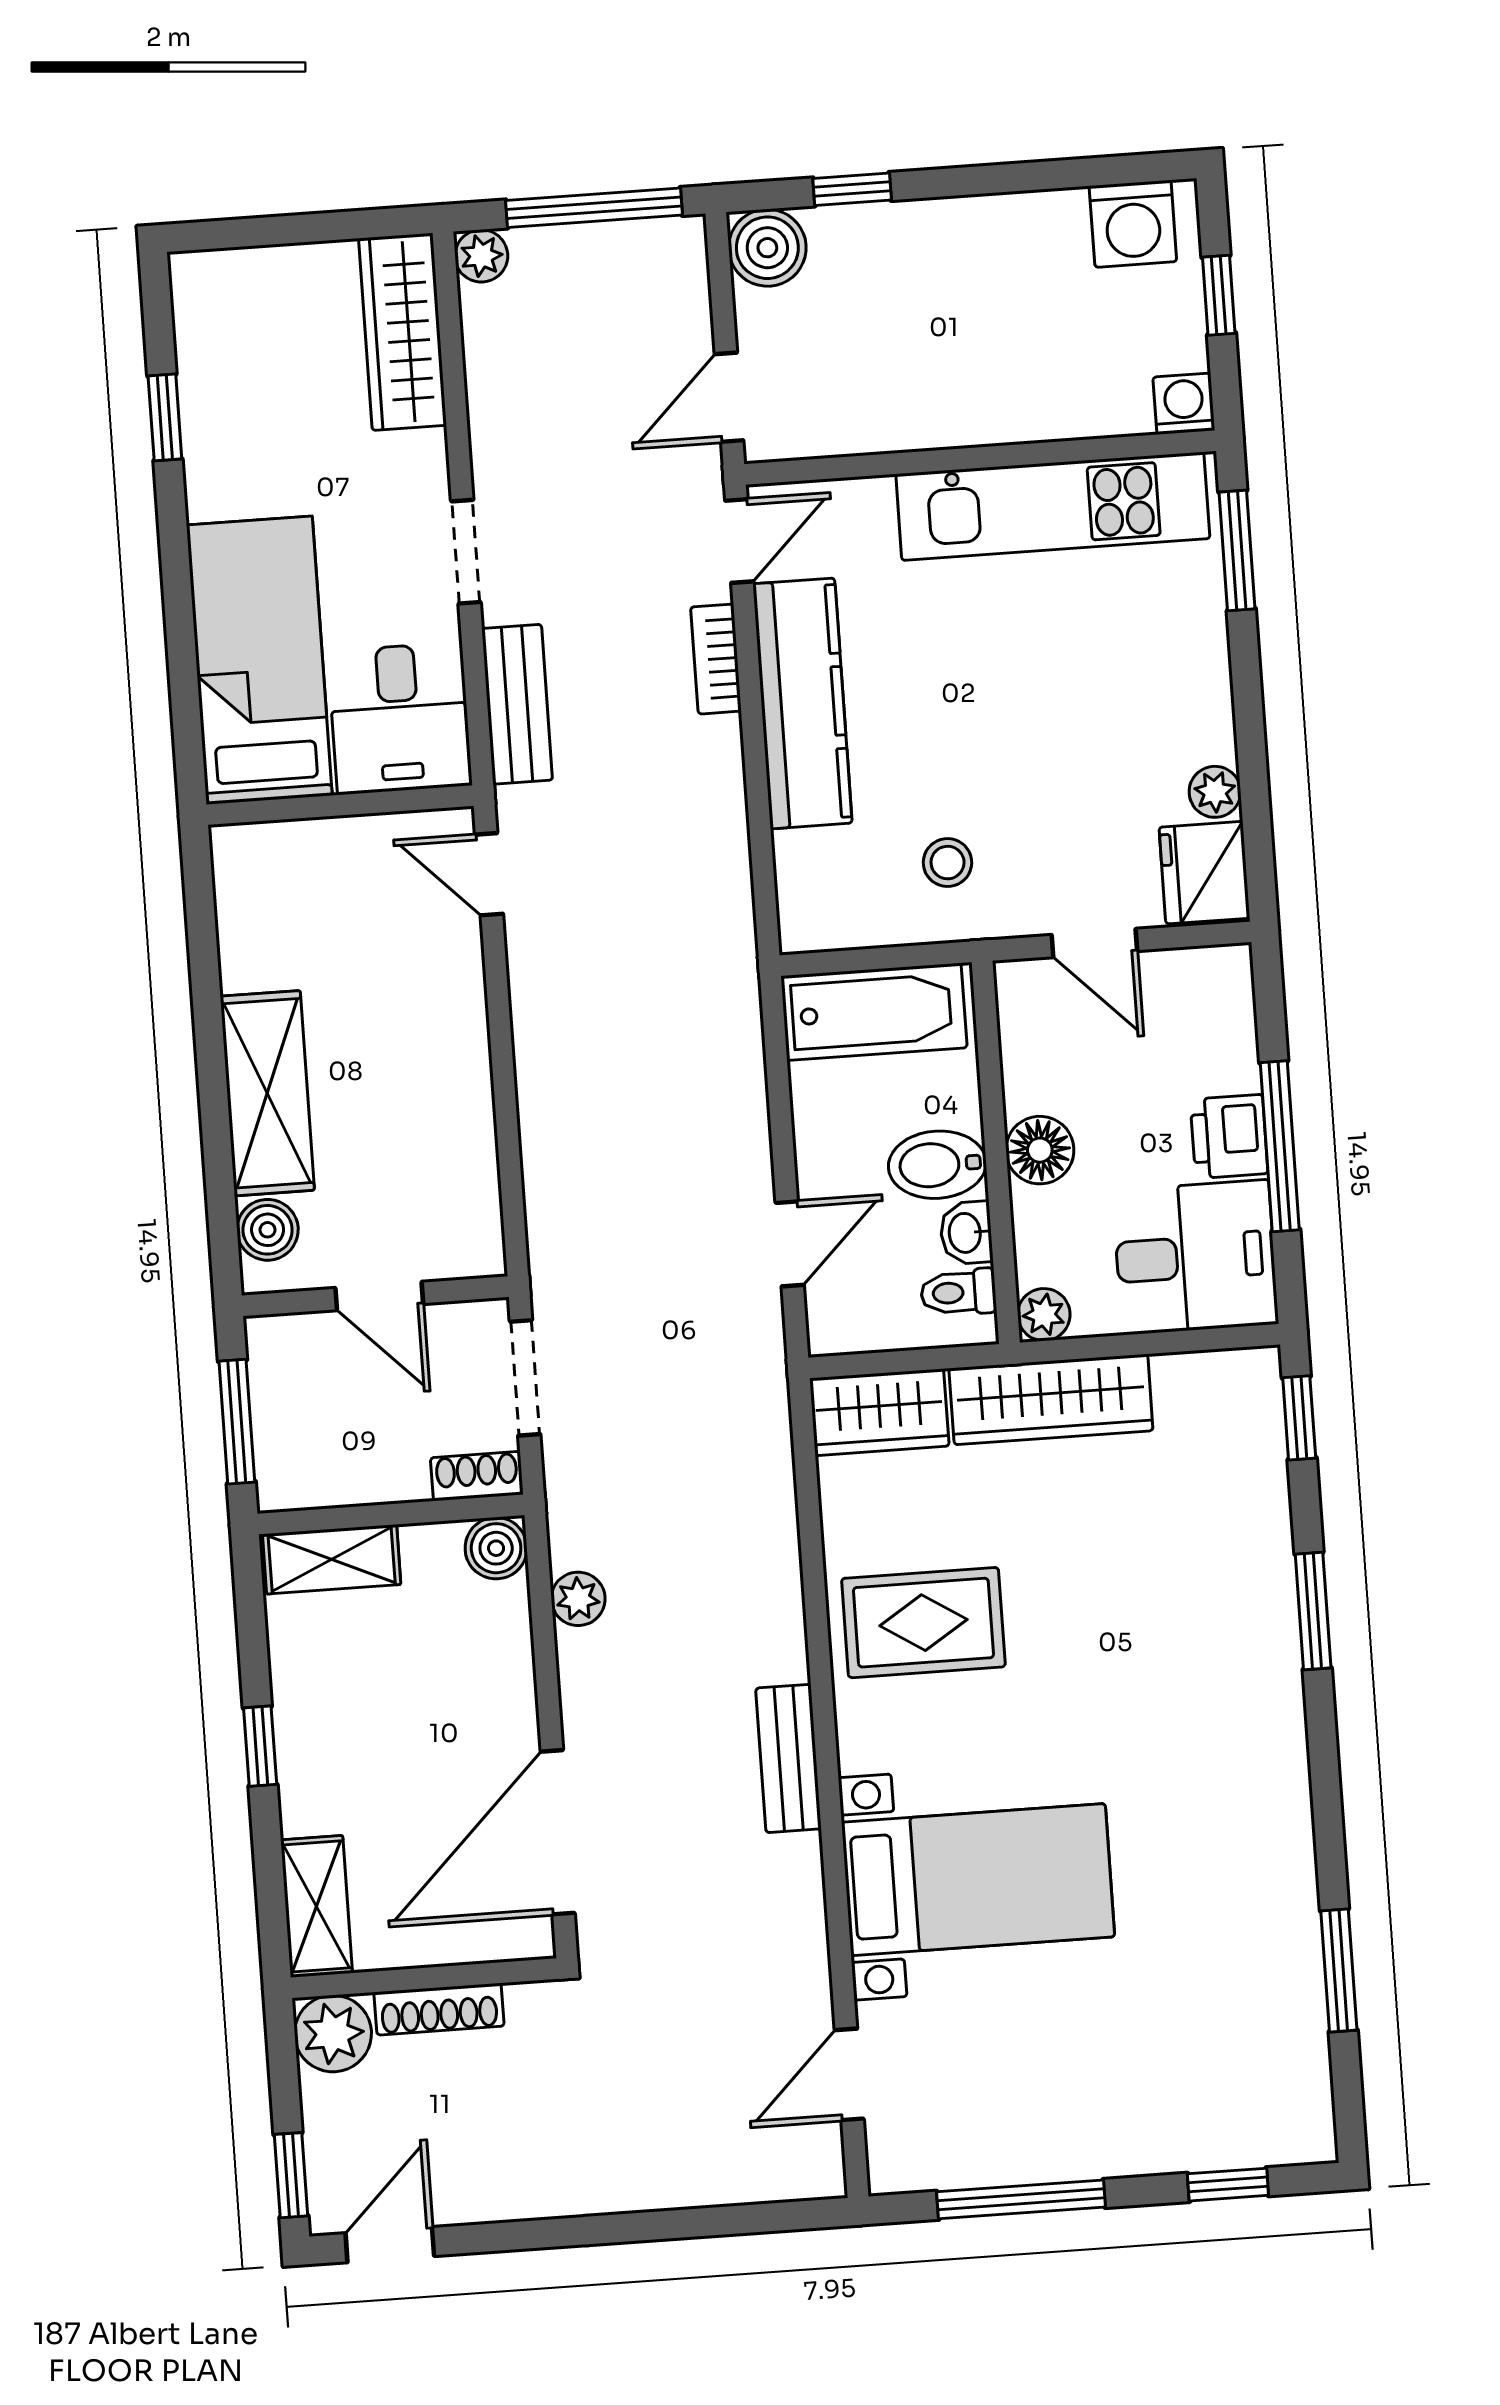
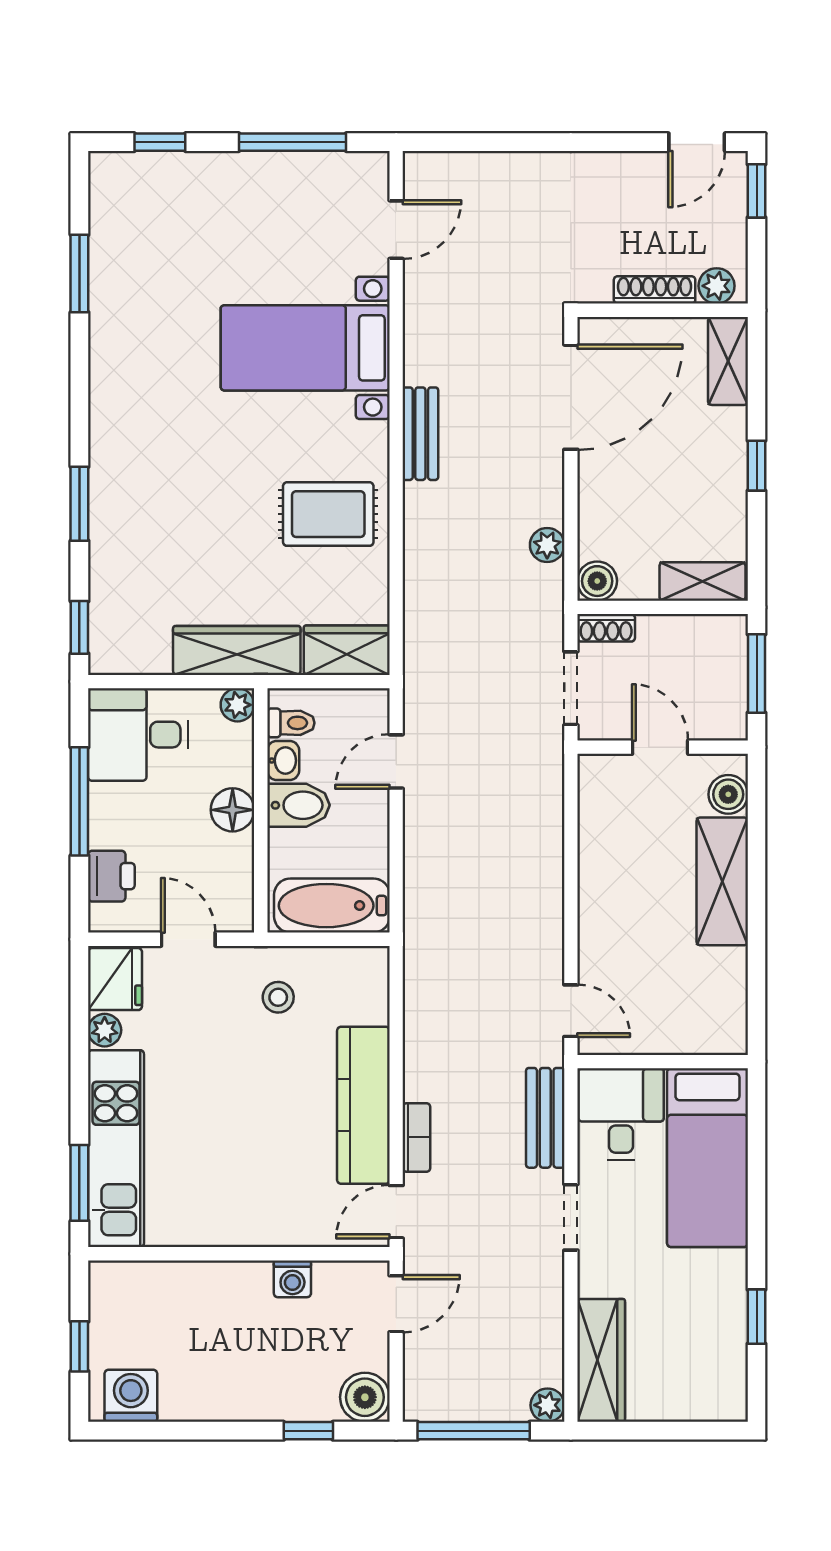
washing machine: (1184, 404) -> (292, 1279), moved
kitchen unit: (1053, 506) -> (116, 1149), moved, turned 90
printer: (1229, 1136) -> (111, 876), moved
plant: (333, 2034) -> (717, 286), width x0.73, depth x0.73

